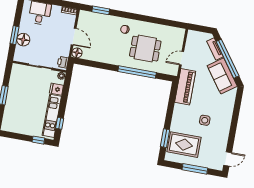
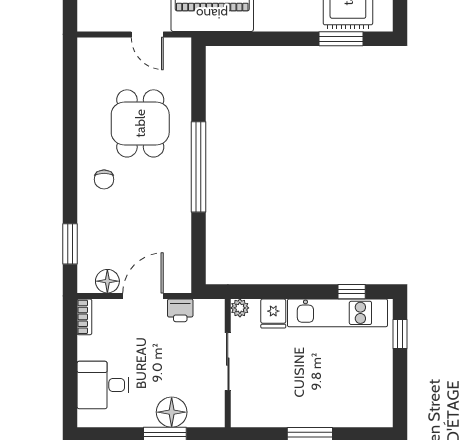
floor lamp: (77, 53) -> (107, 281), moved
printer: (63, 62) -> (180, 310), moved
window: (137, 72) -> (199, 167), moved

